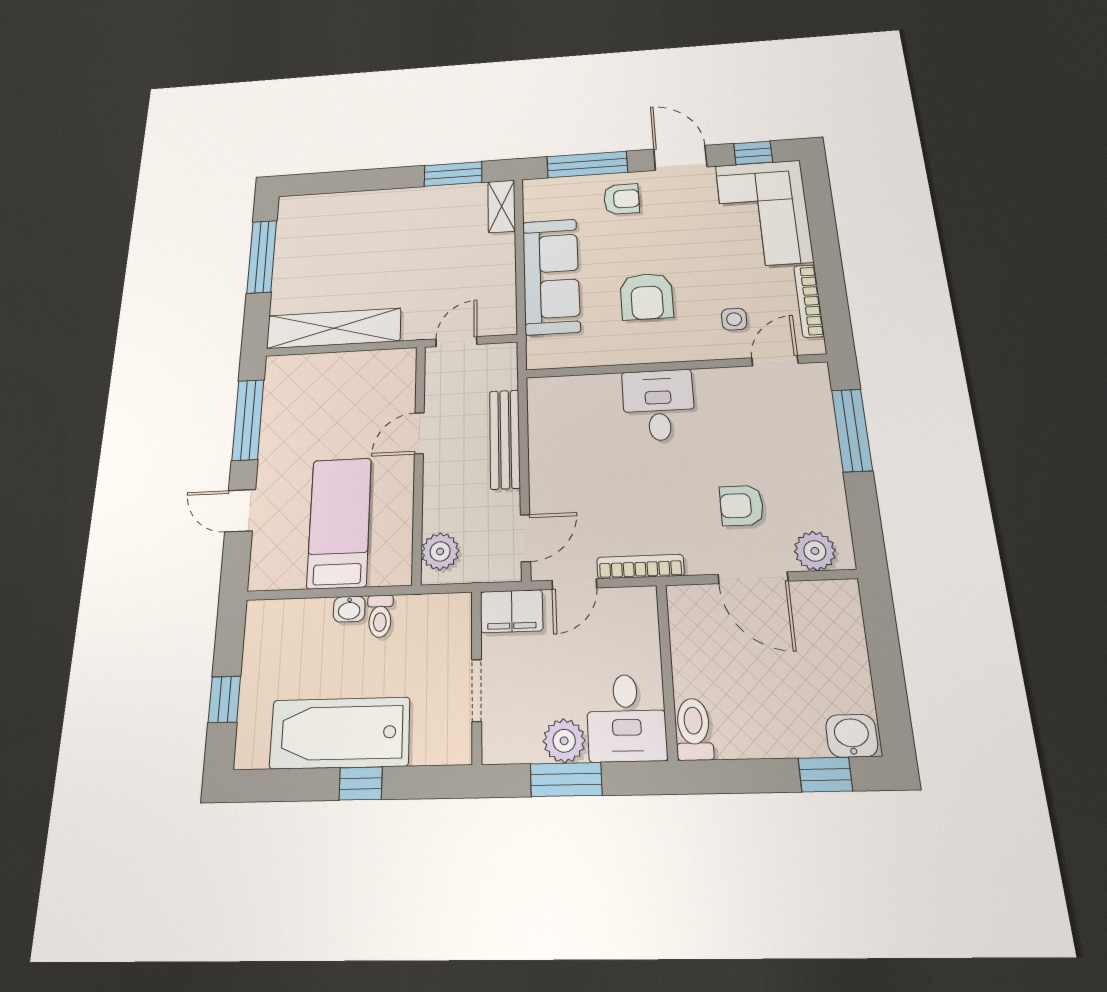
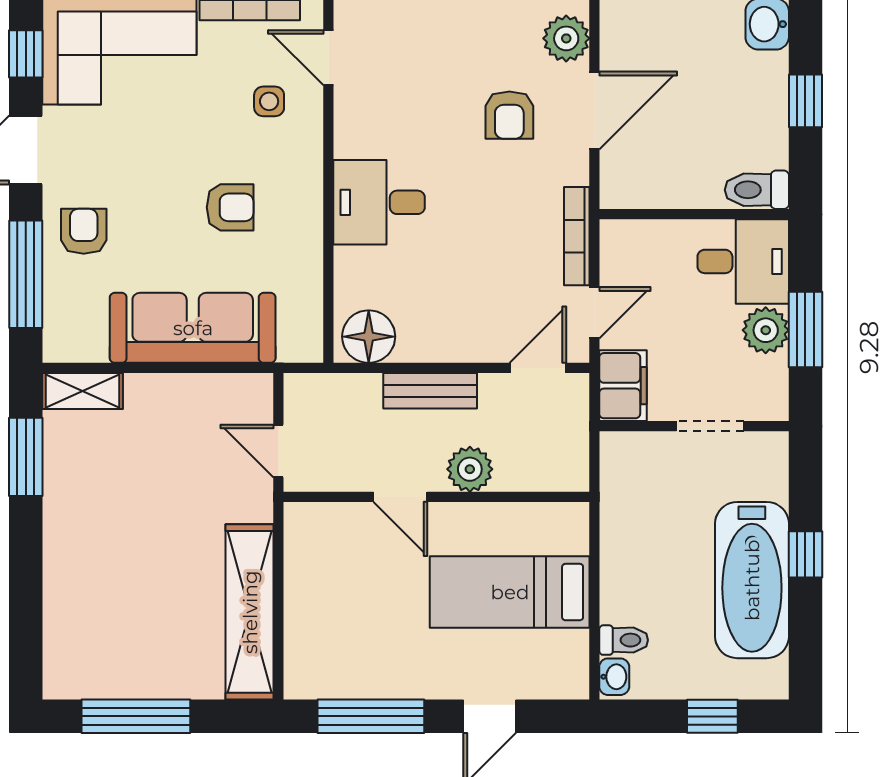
armchair: (647, 296) -> (230, 207), width x0.72, depth x0.72
floor lamp: (548, 403) -> (369, 337), added
bench: (505, 439) -> (430, 391), width x0.73
door: (525, 538) -> (538, 368), hinge flipped
plant: (440, 551) -> (470, 469), moved
door: (574, 584) -> (594, 313), hinge flipped
washbasin: (349, 609) -> (614, 677), moved
toilet: (380, 616) -> (624, 640), moved
window: (825, 774) -> (805, 101), moved

